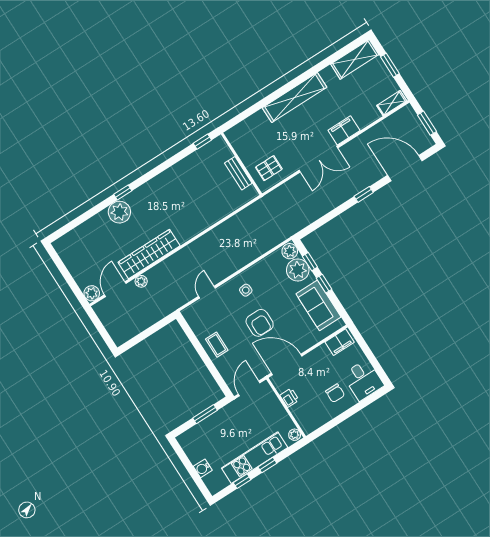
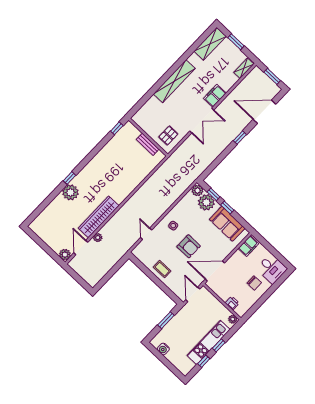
printer: (289, 398) -> (232, 303), moved
water cooler: (203, 468) -> (163, 349), moved

